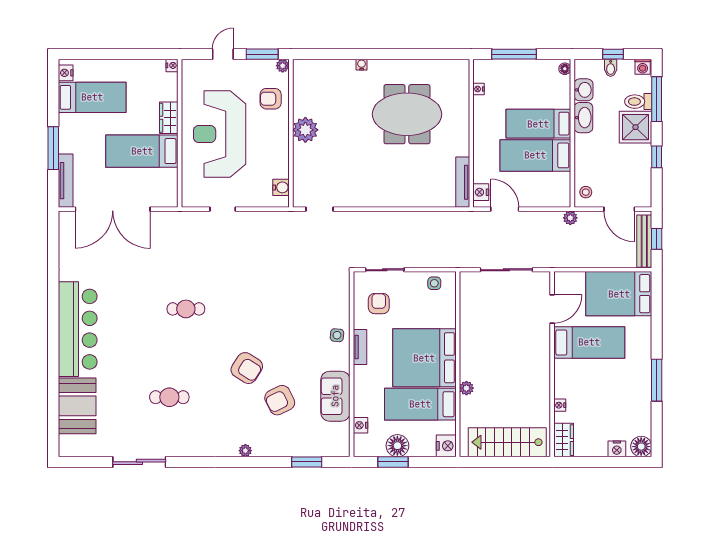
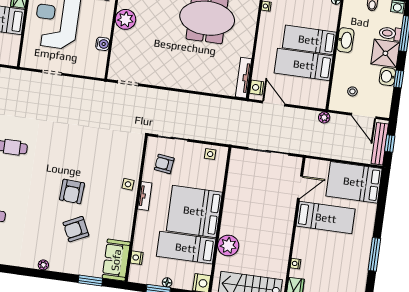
washbasin: (583, 90) -> (387, 76), moved, turned 180
water cooler: (281, 187) -> (103, 44), moved
stool: (586, 192) -> (352, 91), moved
armchair: (379, 304) -> (164, 164), turned -83
armchair: (247, 368) -> (72, 191), moved, turned 61
plant: (466, 388) -> (228, 245), width x1.87, depth x1.87
sofa: (335, 396) -> (116, 260), moved
floor lamp: (397, 446) -> (167, 282), width x0.53, depth x0.53

